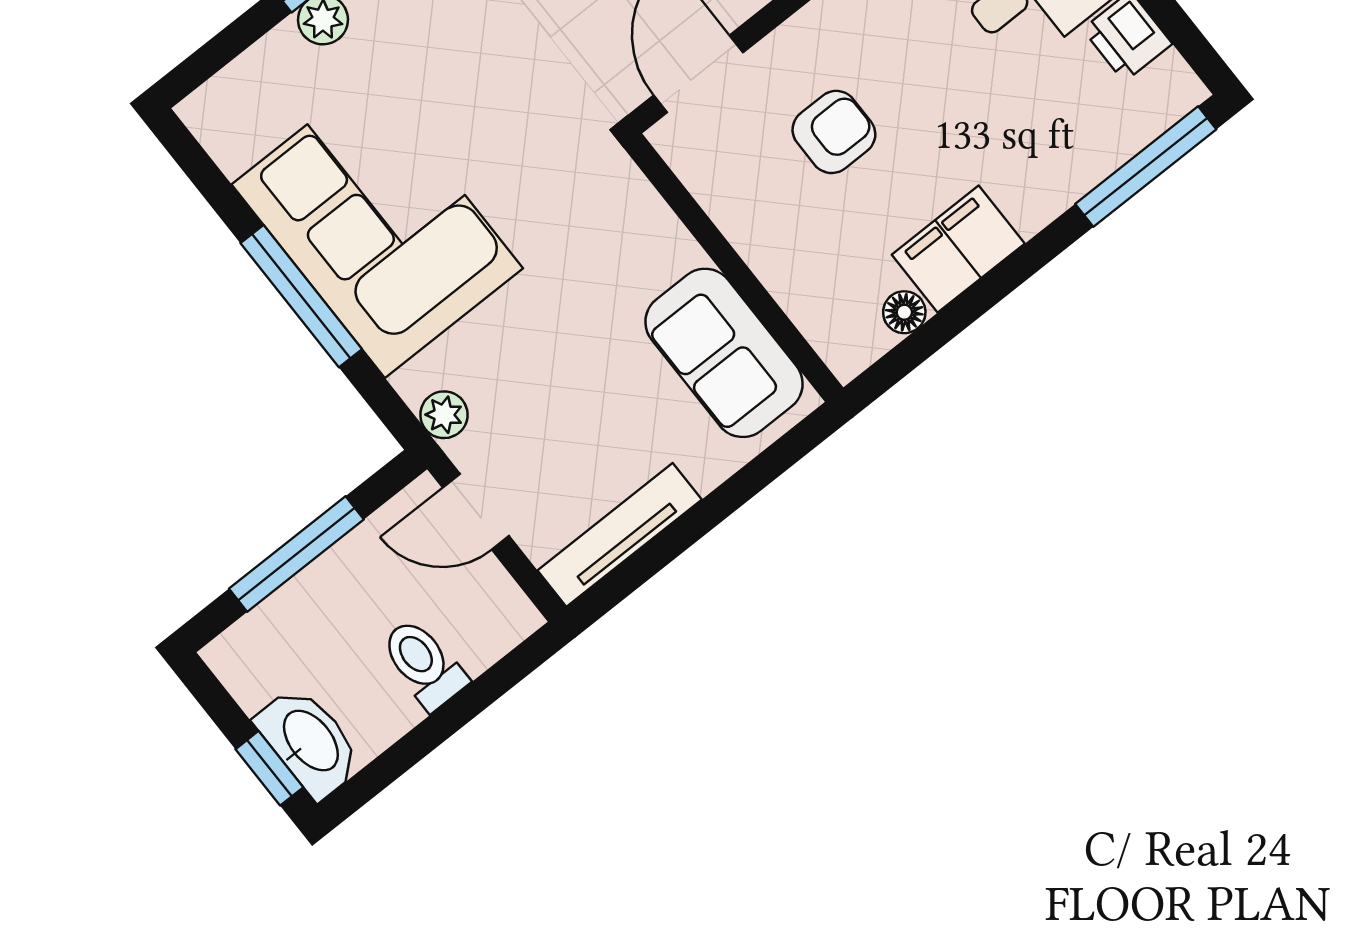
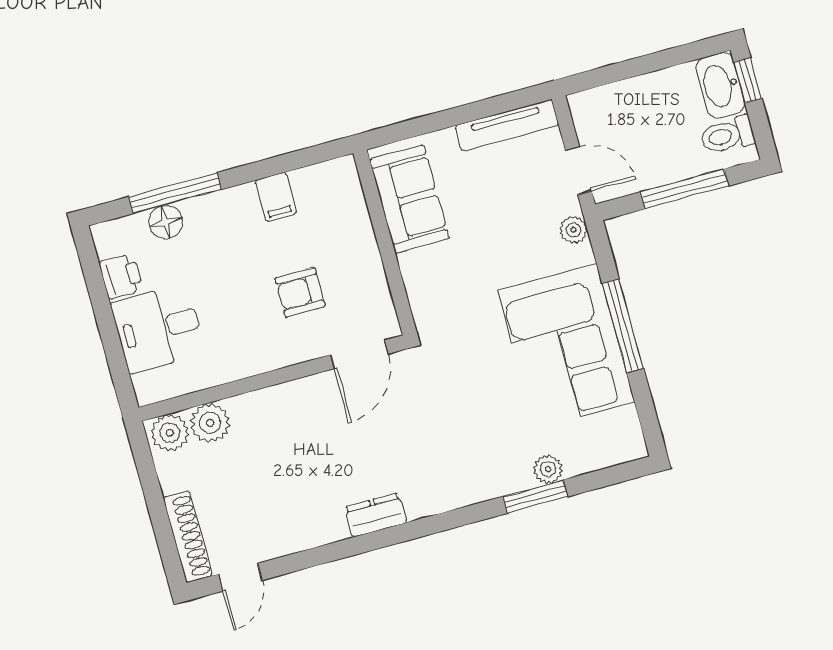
window: (1146, 167) -> (175, 193), moved
filing cabinet: (958, 249) -> (276, 197), width x0.50
floor lamp: (904, 312) -> (166, 222), moved, width x1.37, depth x1.37
toilet: (424, 664) -> (727, 135), moved, turned 90

